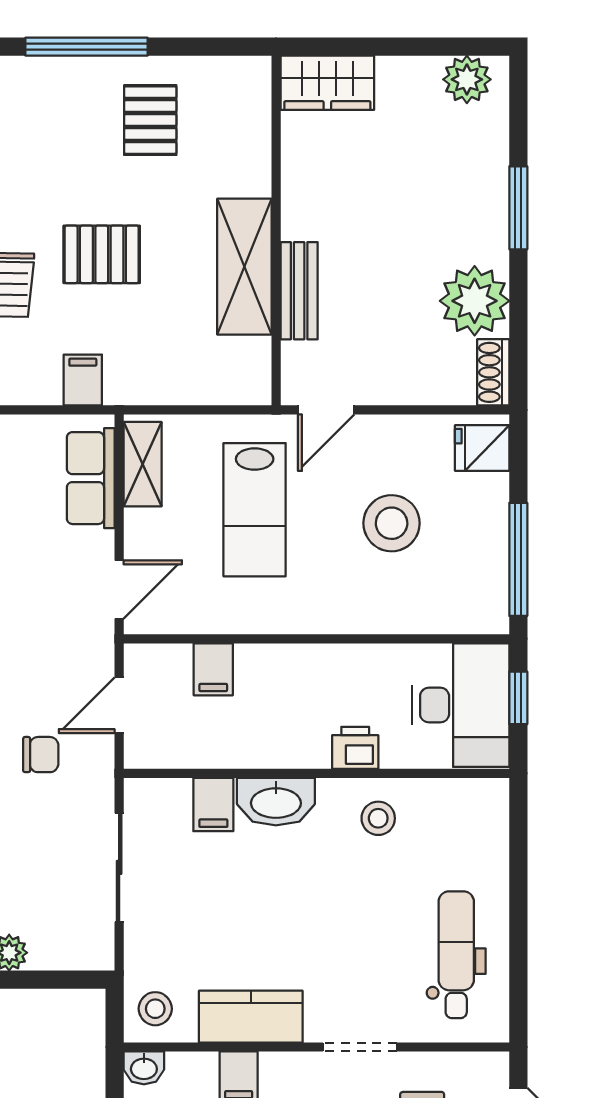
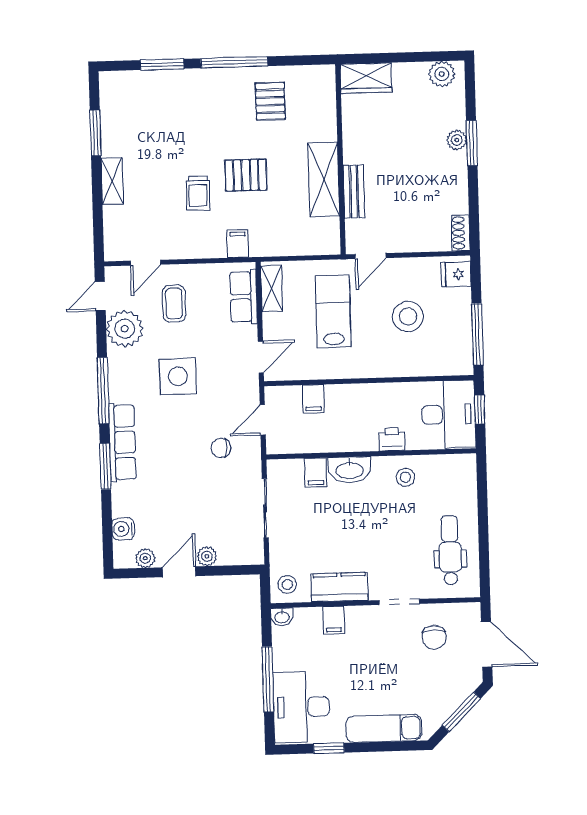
plant: (475, 301) -> (457, 140), moved, width x0.53, depth x0.53
lab bench: (255, 510) -> (333, 311), turned 180
chair: (41, 755) -> (221, 448), turned 180

